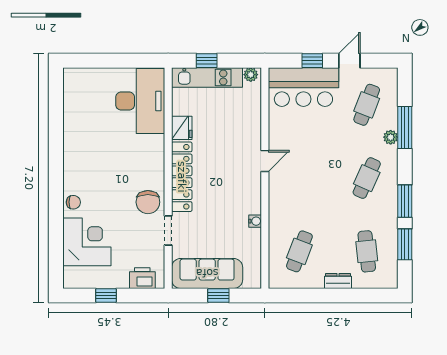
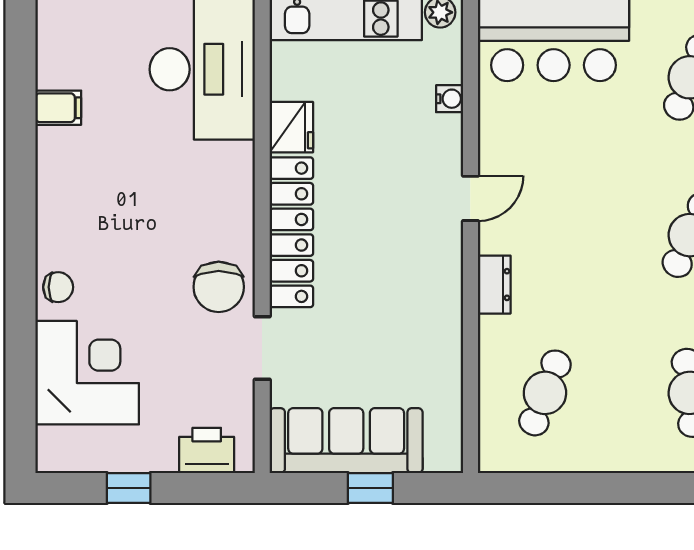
filing cabinet: (73, 119) -> (58, 108), added
water cooler: (255, 221) -> (450, 99), moved
dresser: (338, 281) -> (494, 285), moved, turned 90

